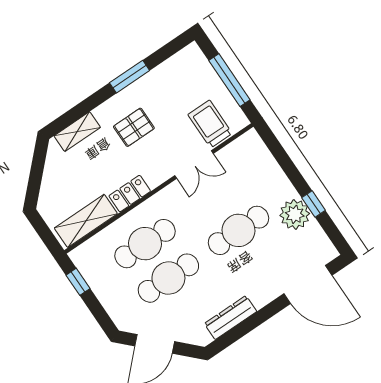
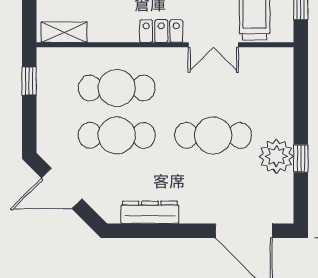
locker: (130, 194) -> (161, 31), moved
shelving: (86, 221) -> (64, 32), width x0.67, depth x0.75

